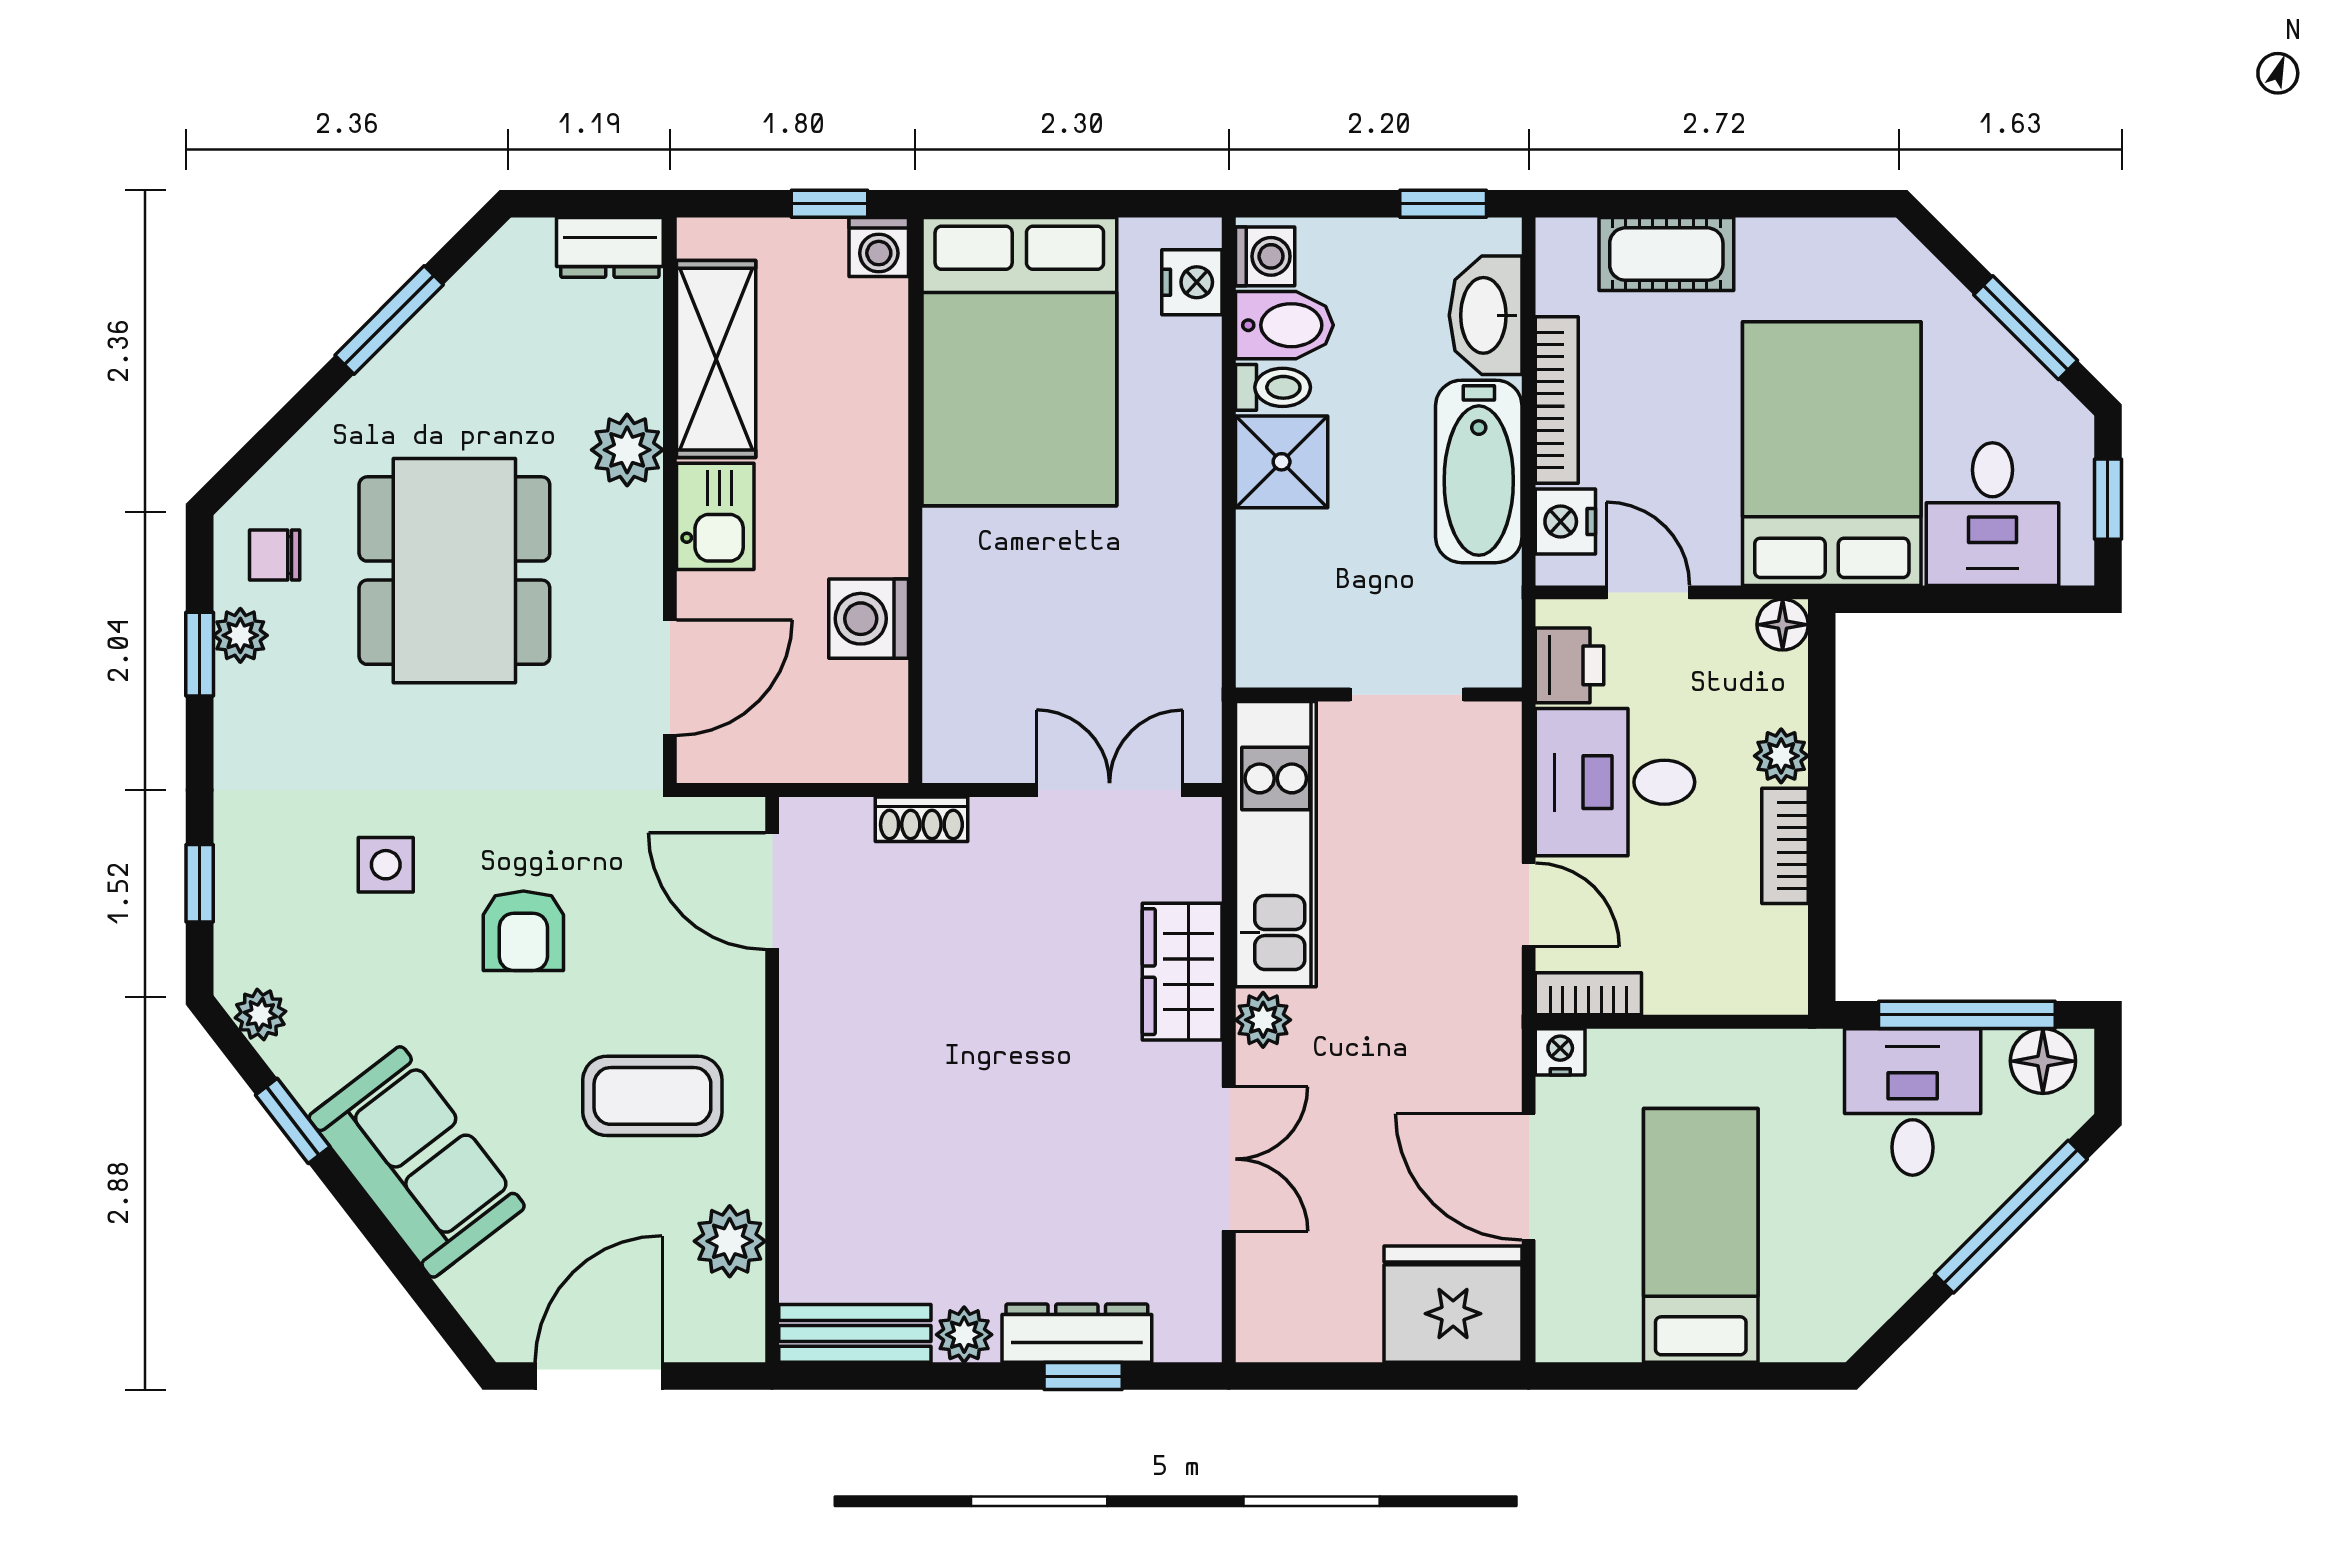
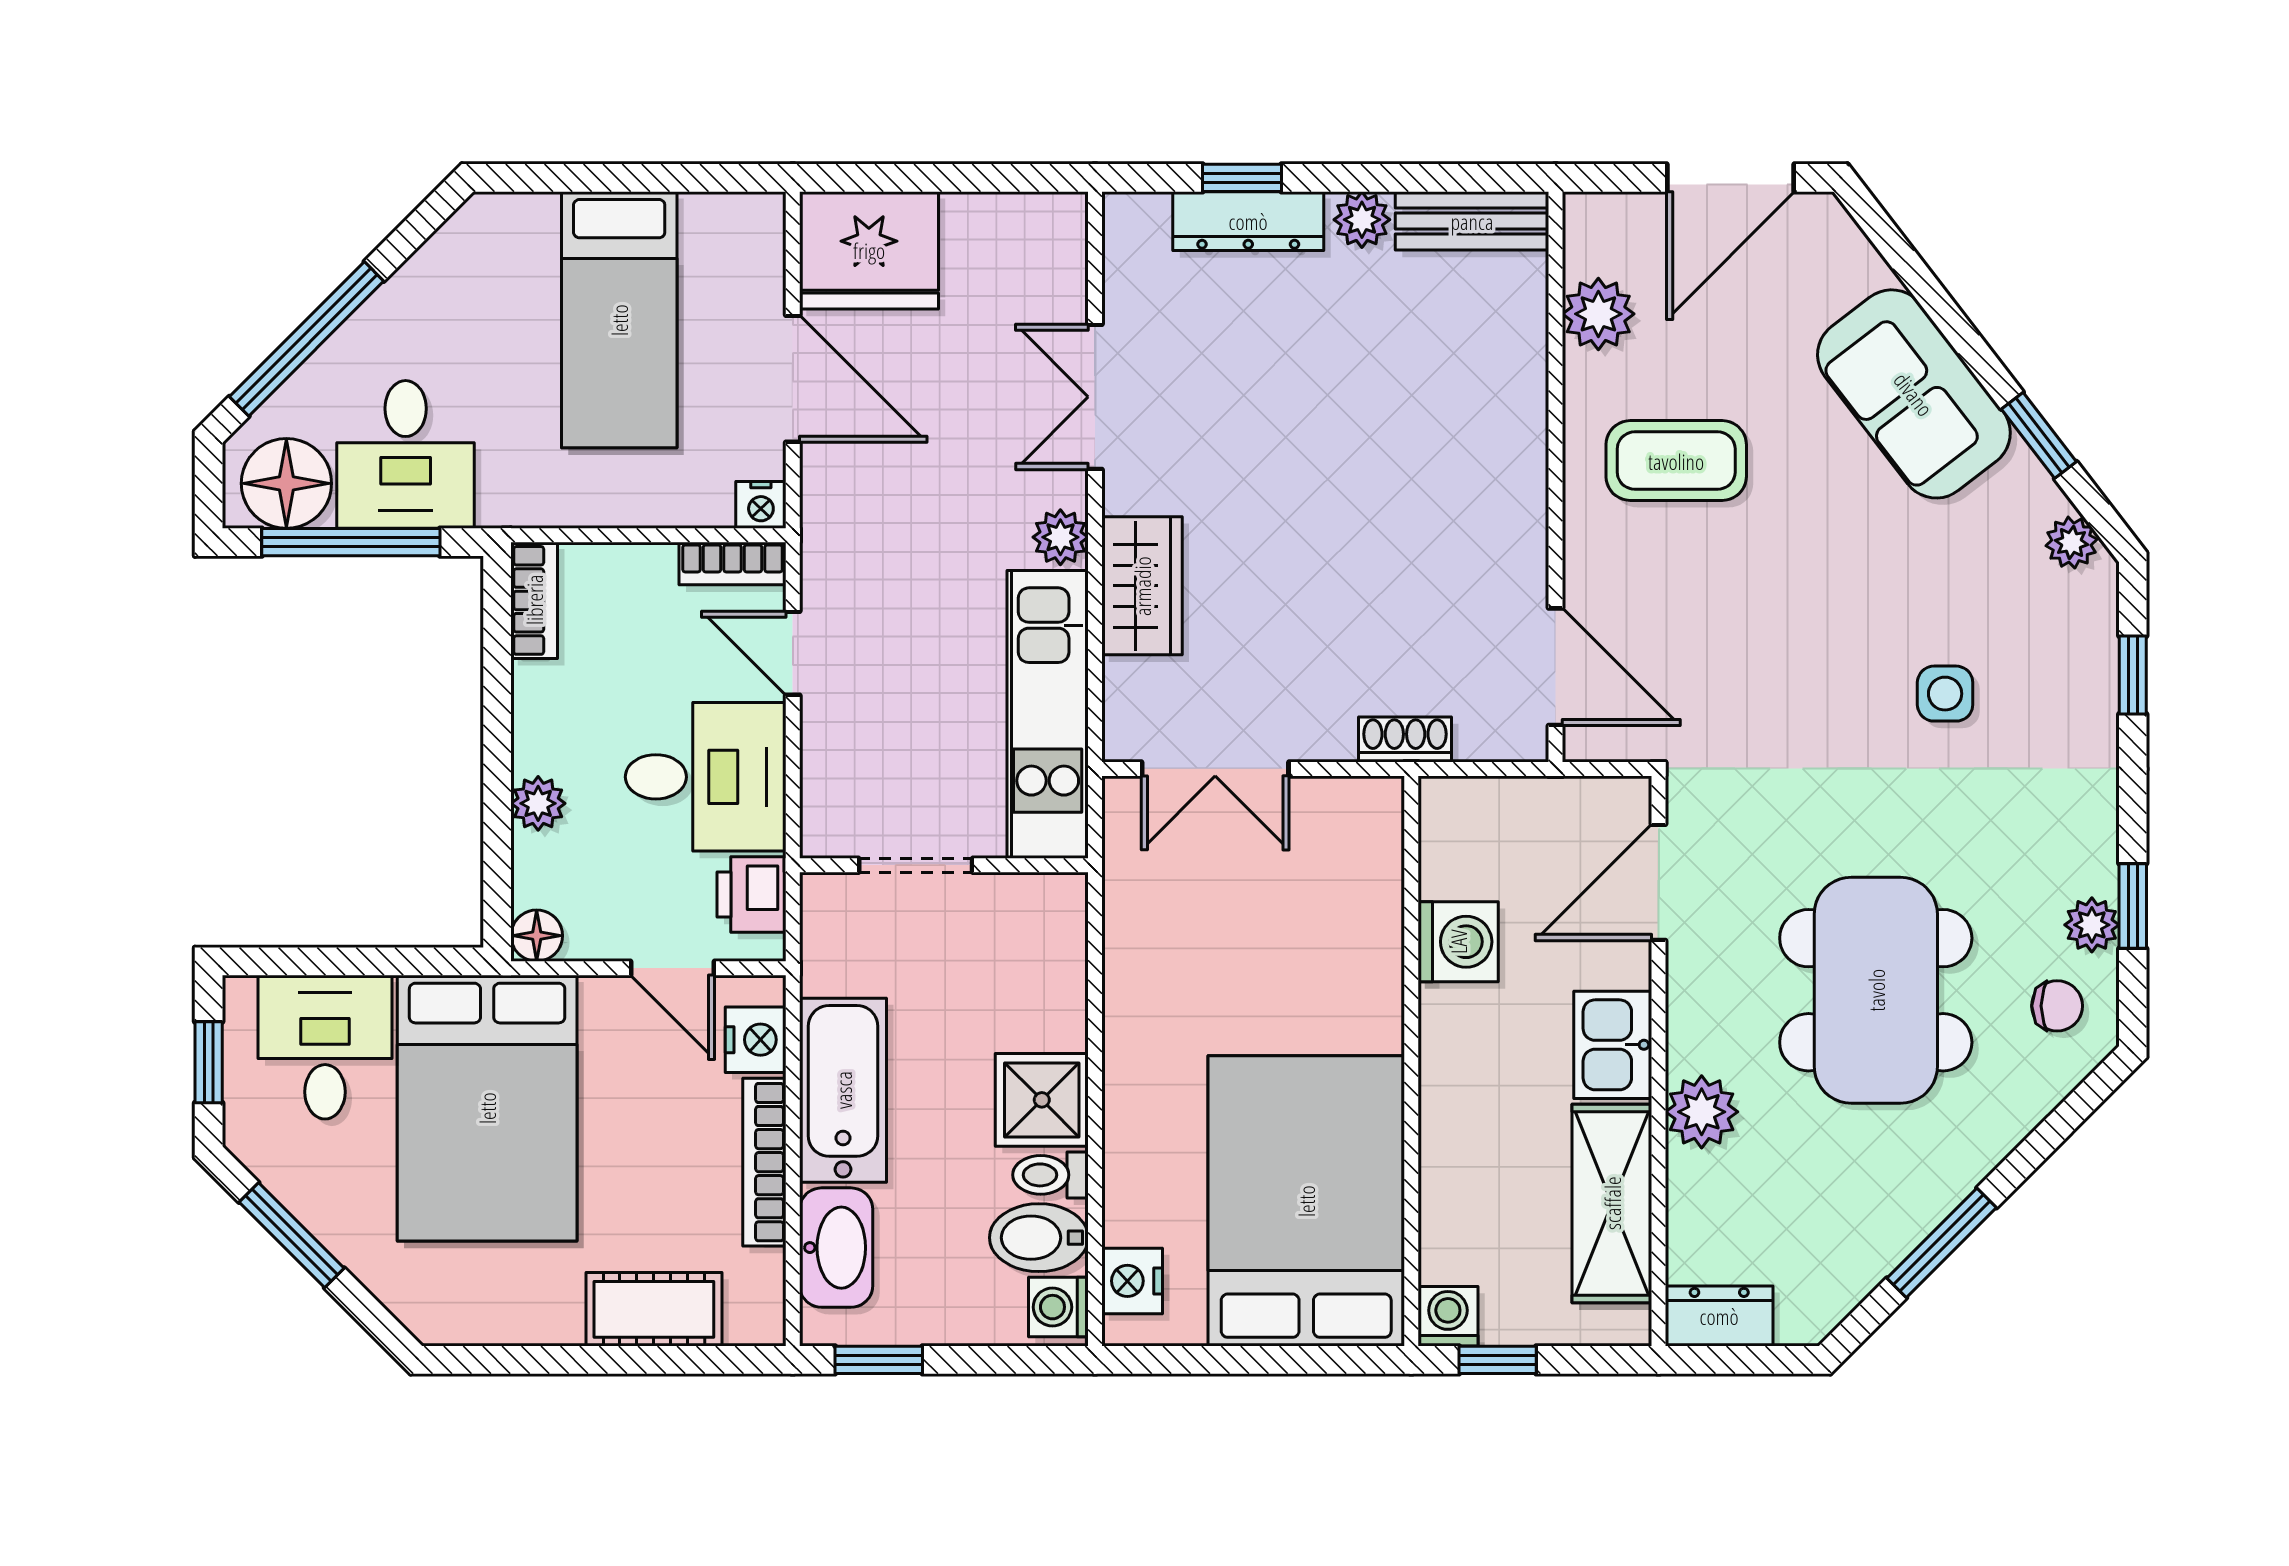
bookcase: (1785, 846) -> (534, 600), moved
armchair: (523, 931) -> (1806, 627), removed
floor lamp: (2043, 1061) -> (286, 483), width x1.38, depth x1.38

